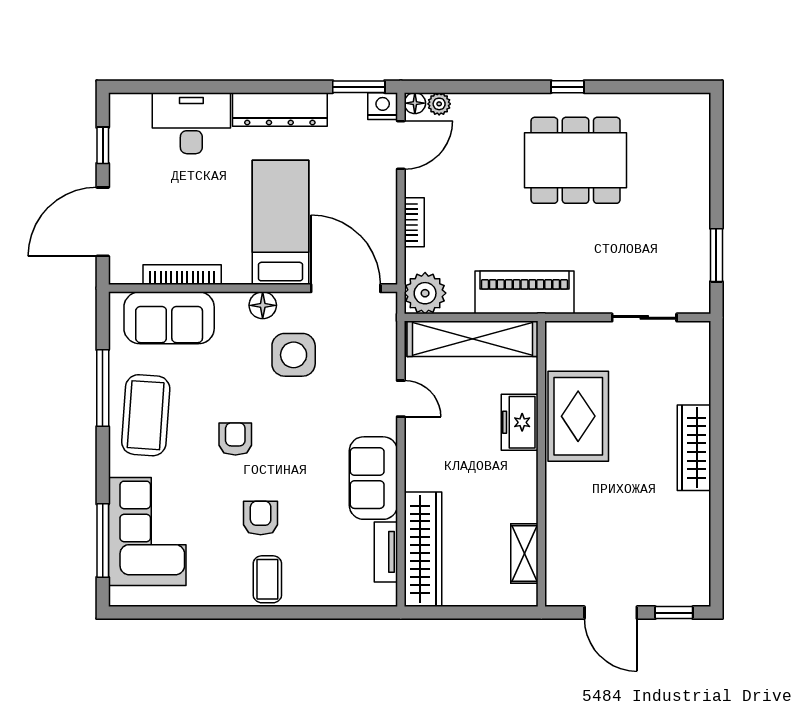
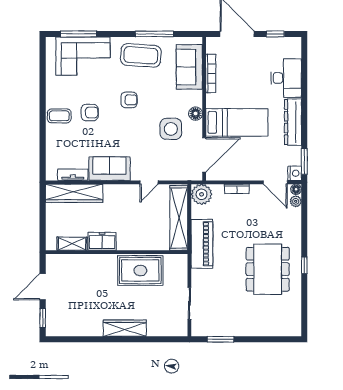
freezer: (520, 422) -> (102, 241), moved

